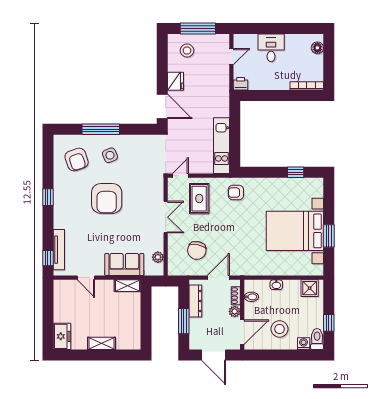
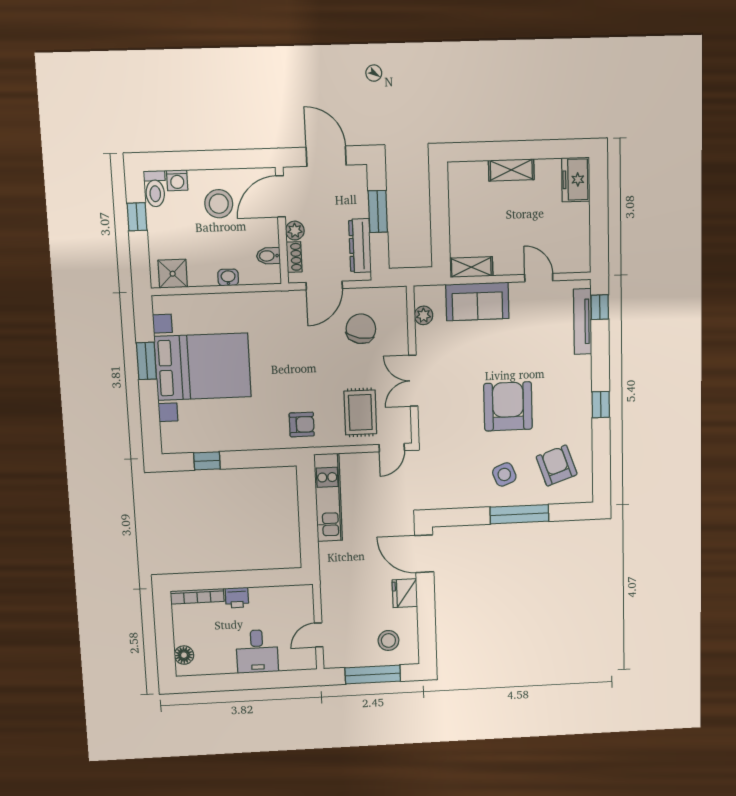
printer: (241, 84) -> (237, 598), moved

